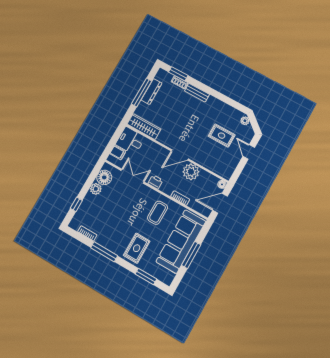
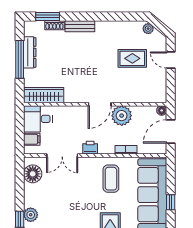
double door: (132, 176) -> (62, 155), swing flipped
plant: (96, 189) -> (31, 215), moved
window: (191, 255) -> (171, 202), width x0.46

